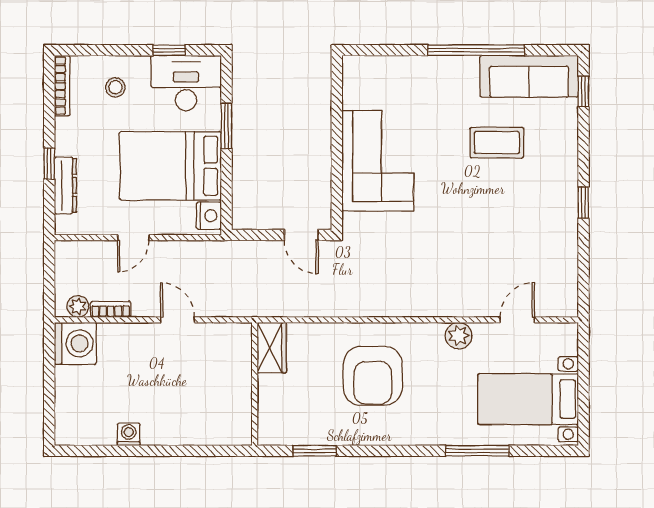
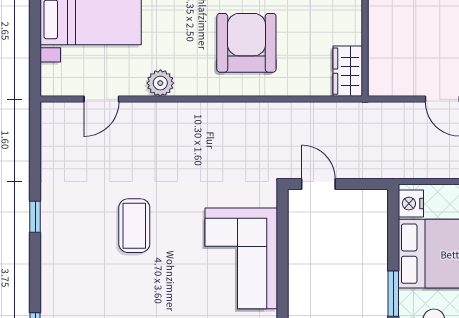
coffee table: (497, 143) -> (134, 226), moved, turned 90

